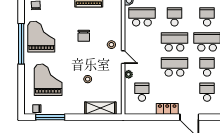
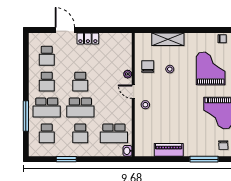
chair: (84, 36) -> (148, 67), moved
school desk: (174, 67) -> (80, 82), width x0.54
grand piano: (48, 80) -> (211, 68), turned 180
school desk: (142, 92) -> (114, 56), removed
shelving: (100, 108) -> (168, 39), moved
window: (50, 117) -> (208, 30), removed

